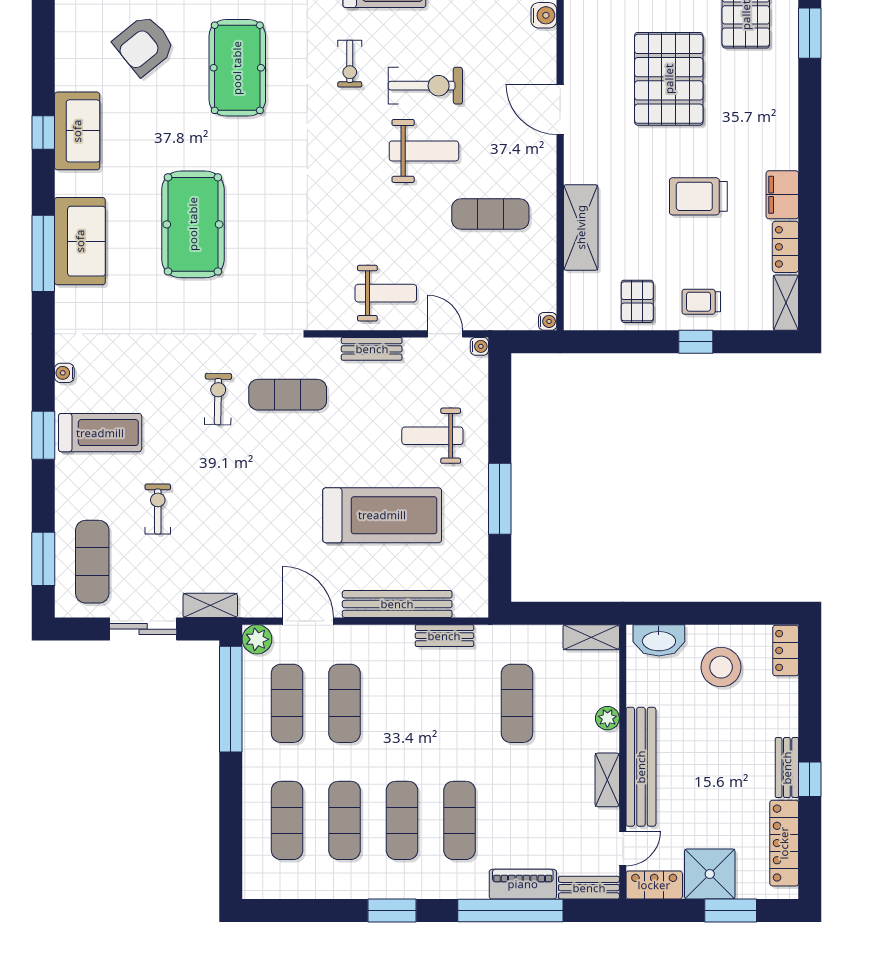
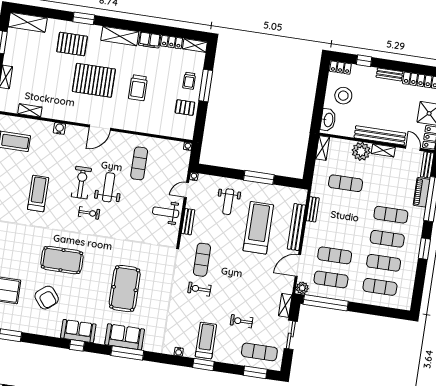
exercise bike: (350, 64) -> (89, 213), moved
trolley: (698, 196) -> (138, 88), moved
pool table: (193, 224) -> (125, 289), turned 90
shelving: (581, 227) -> (120, 36), moved
weight bench: (386, 293) -> (166, 212), turned -90
window: (696, 342) -> (206, 86), width x2.17
plant: (607, 718) -> (361, 151), width x1.87, depth x1.87
window: (810, 779) -> (364, 61), moved

